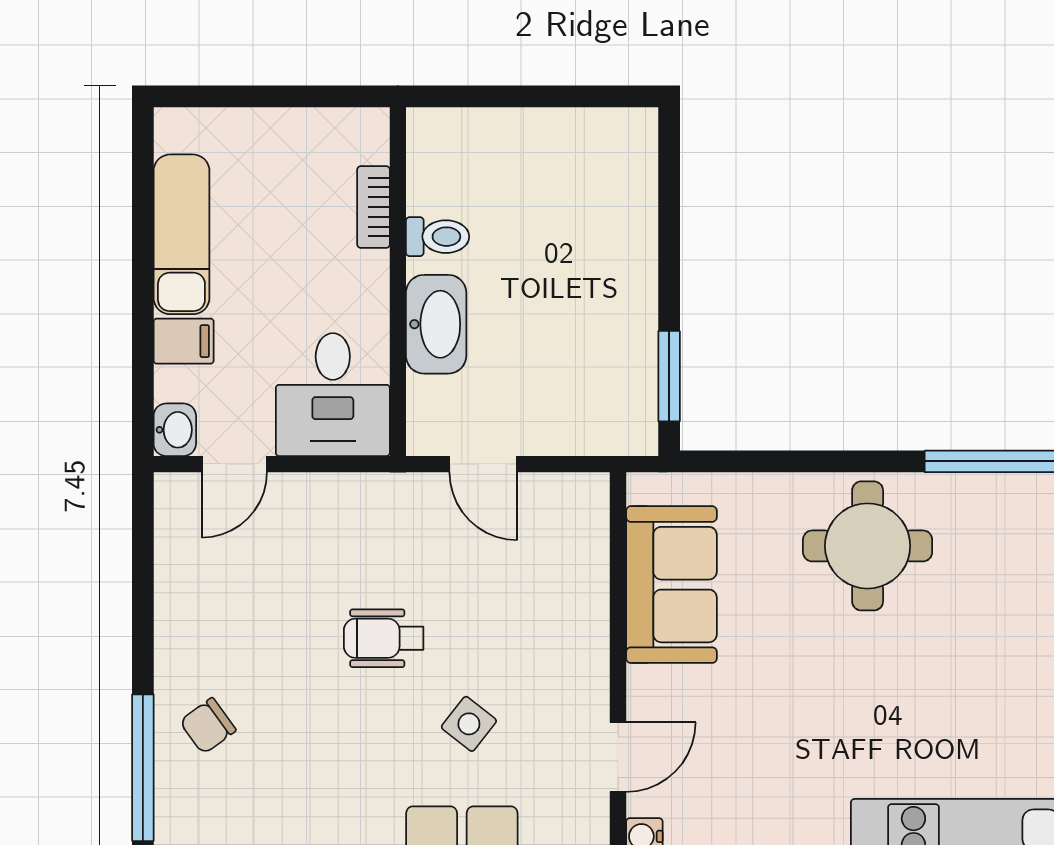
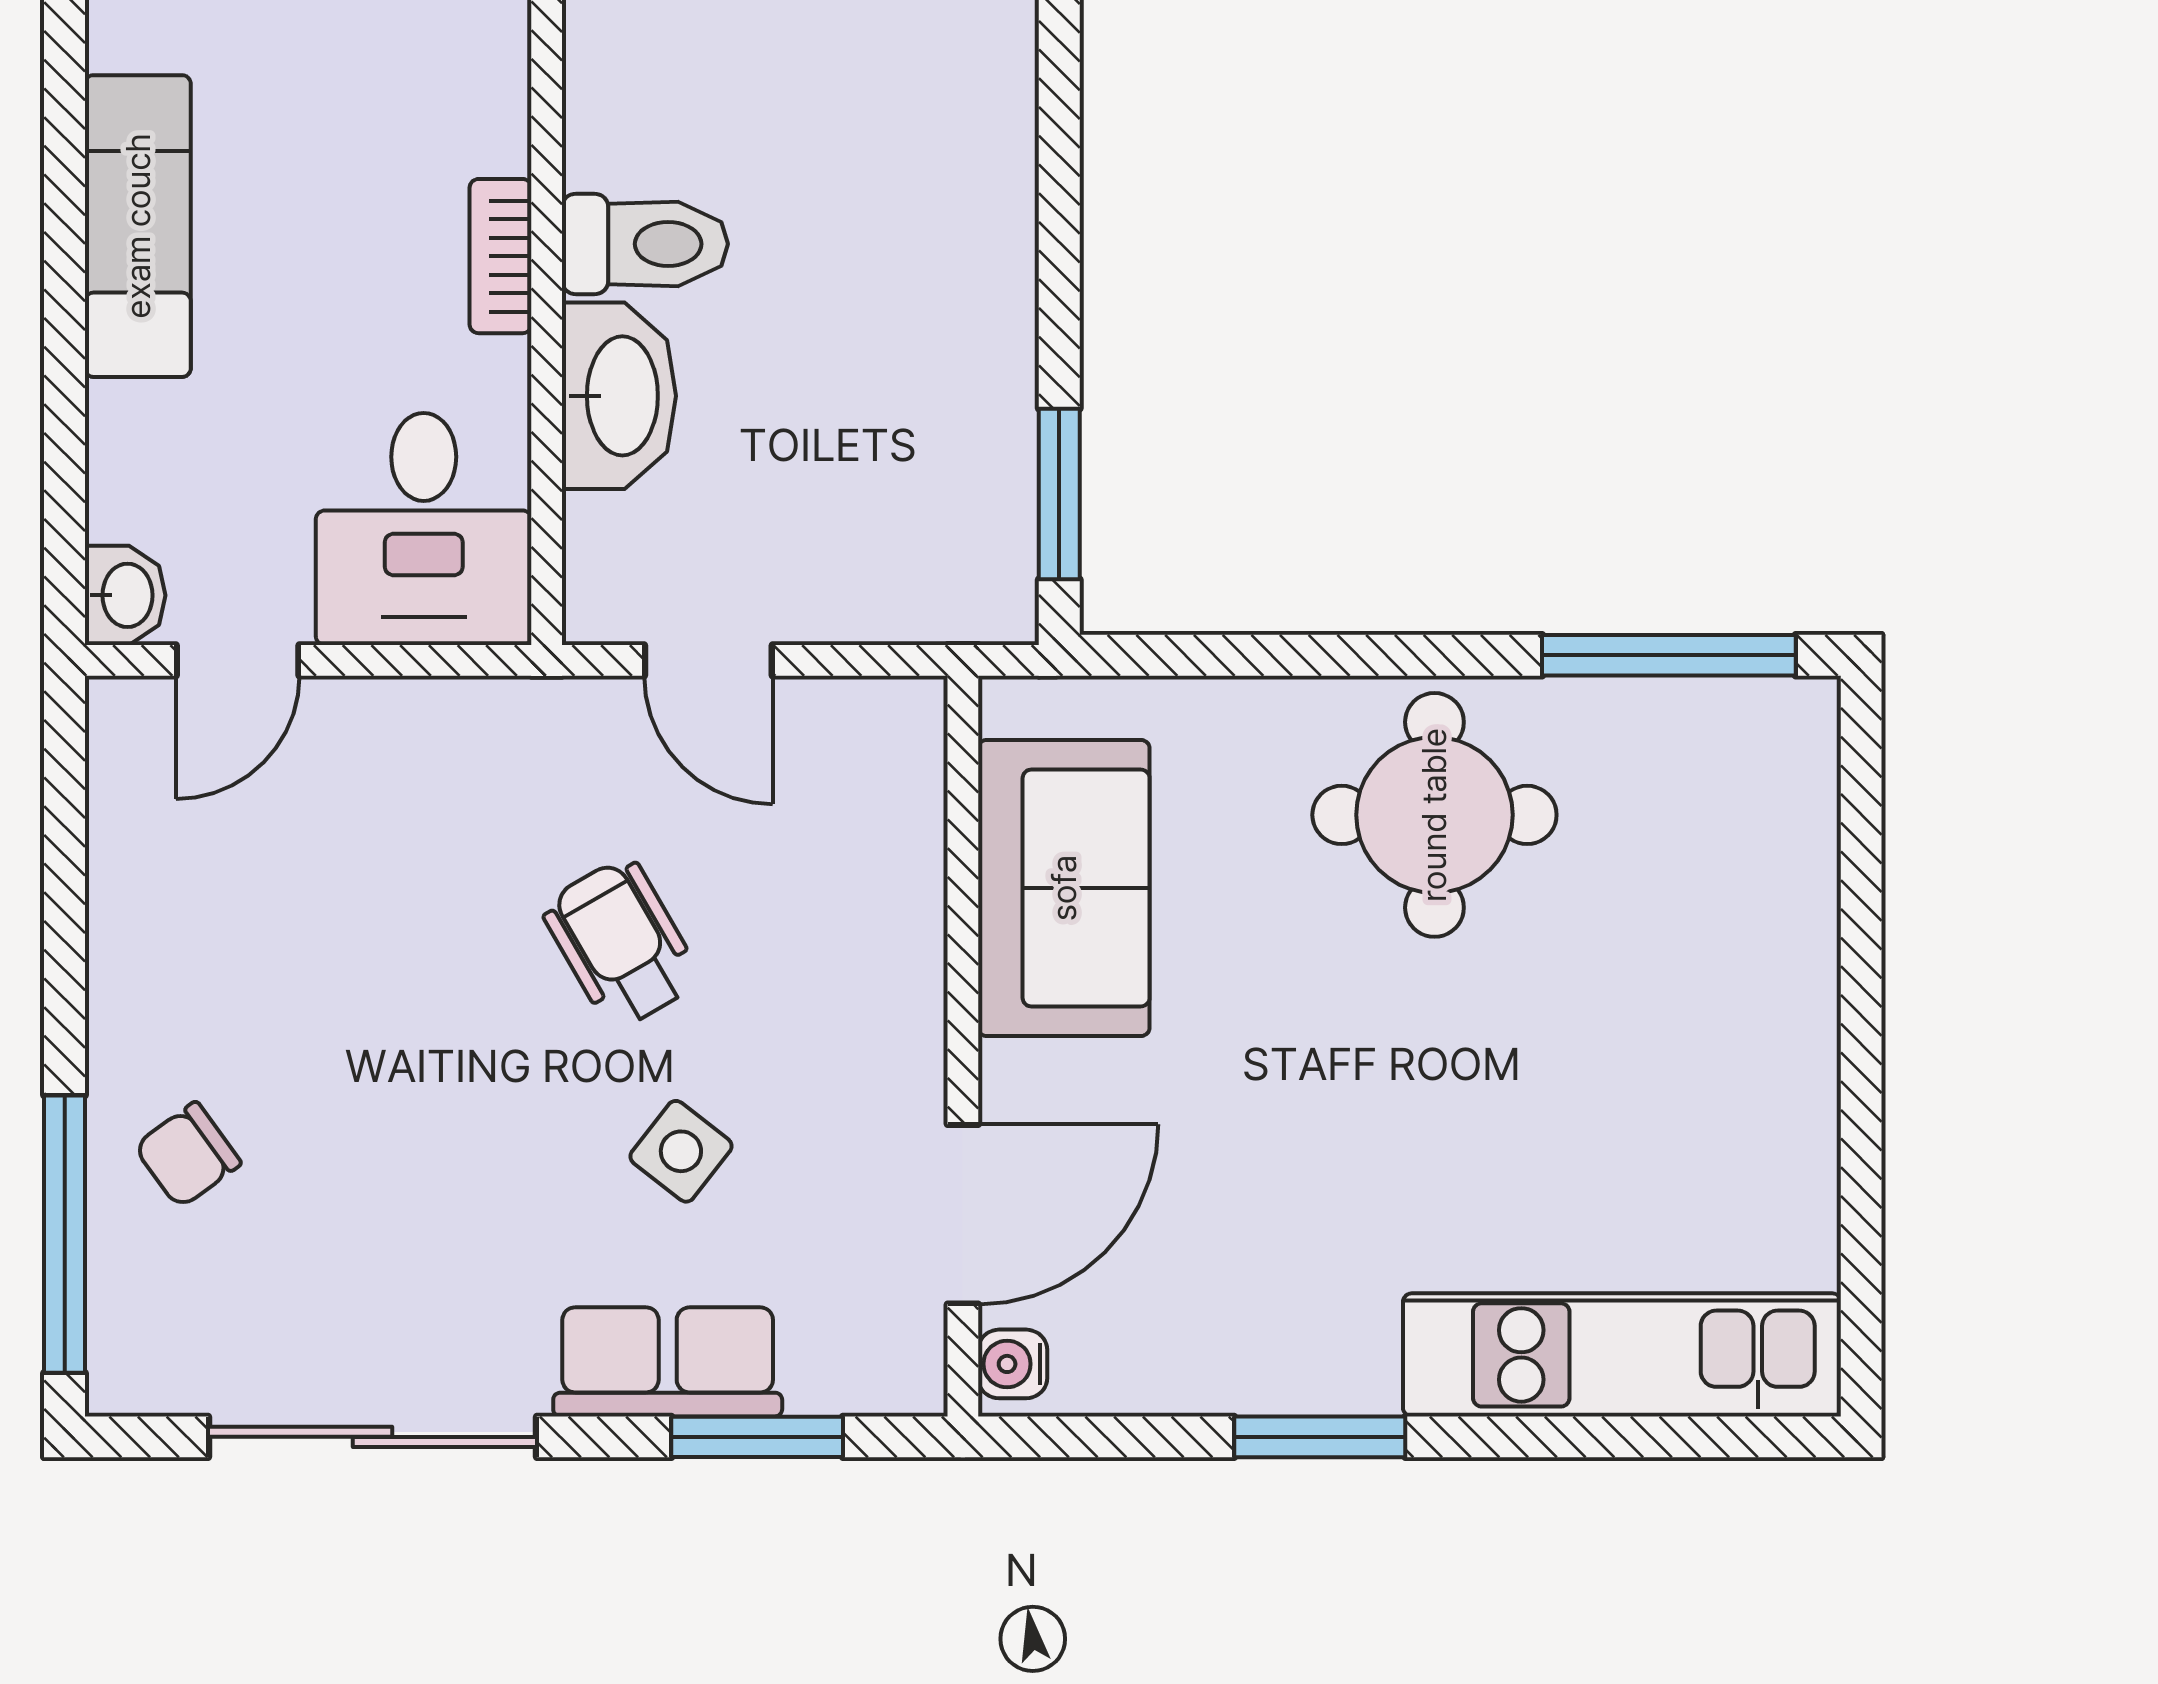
bookcase: (373, 207) -> (501, 256), moved
toilet: (438, 237) -> (645, 244), width x1.37, depth x1.39
filing cabinet: (184, 341) -> (142, 428), removed
wheelchair: (384, 638) -> (621, 943), moved, turned 60
door: (618, 757) -> (963, 1214), width x1.38

